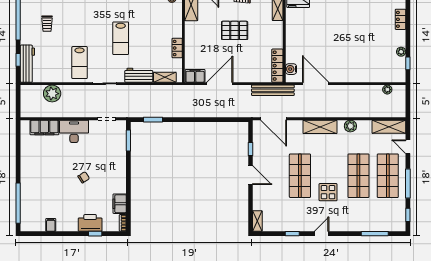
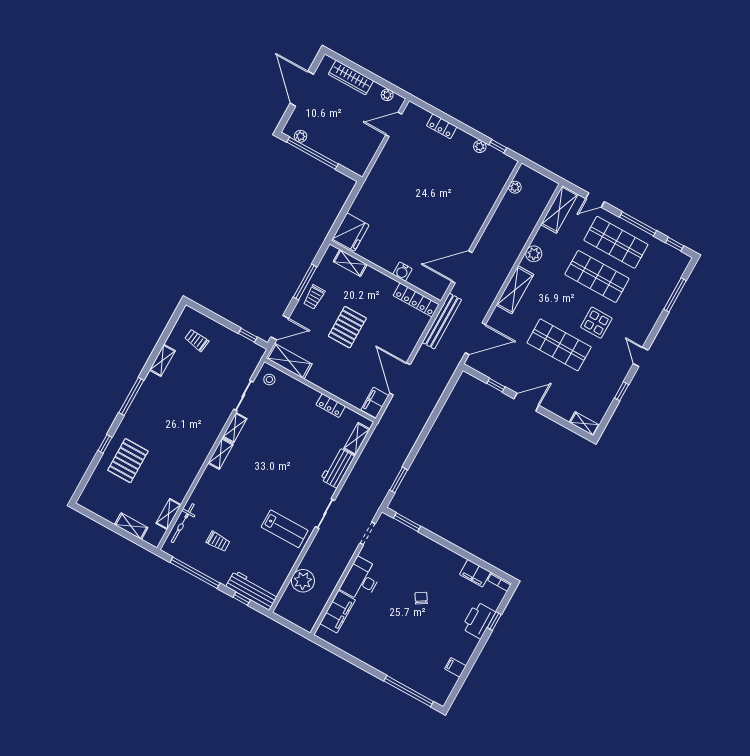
lab bench: (121, 38) -> (283, 465), removed
water cooler: (291, 69) -> (402, 272), moved

